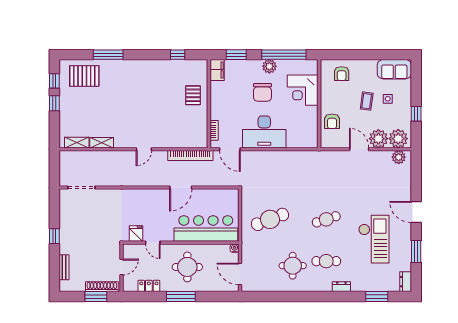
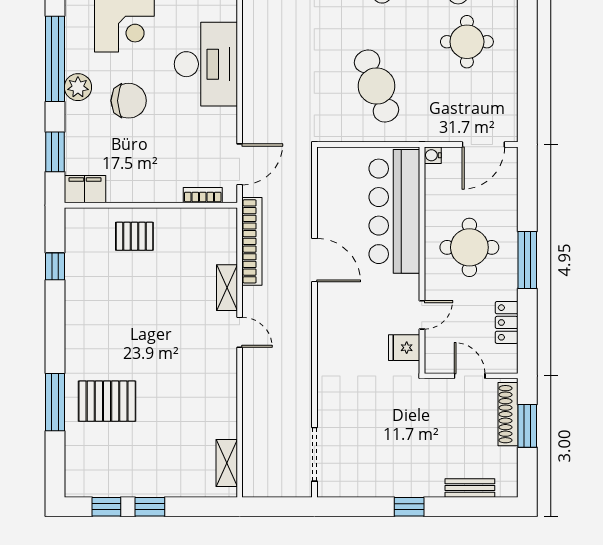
pallet: (84, 76) -> (107, 401), moved, turned 90
desk: (264, 132) -> (206, 64), moved
shelving: (102, 143) -> (227, 288), moved

